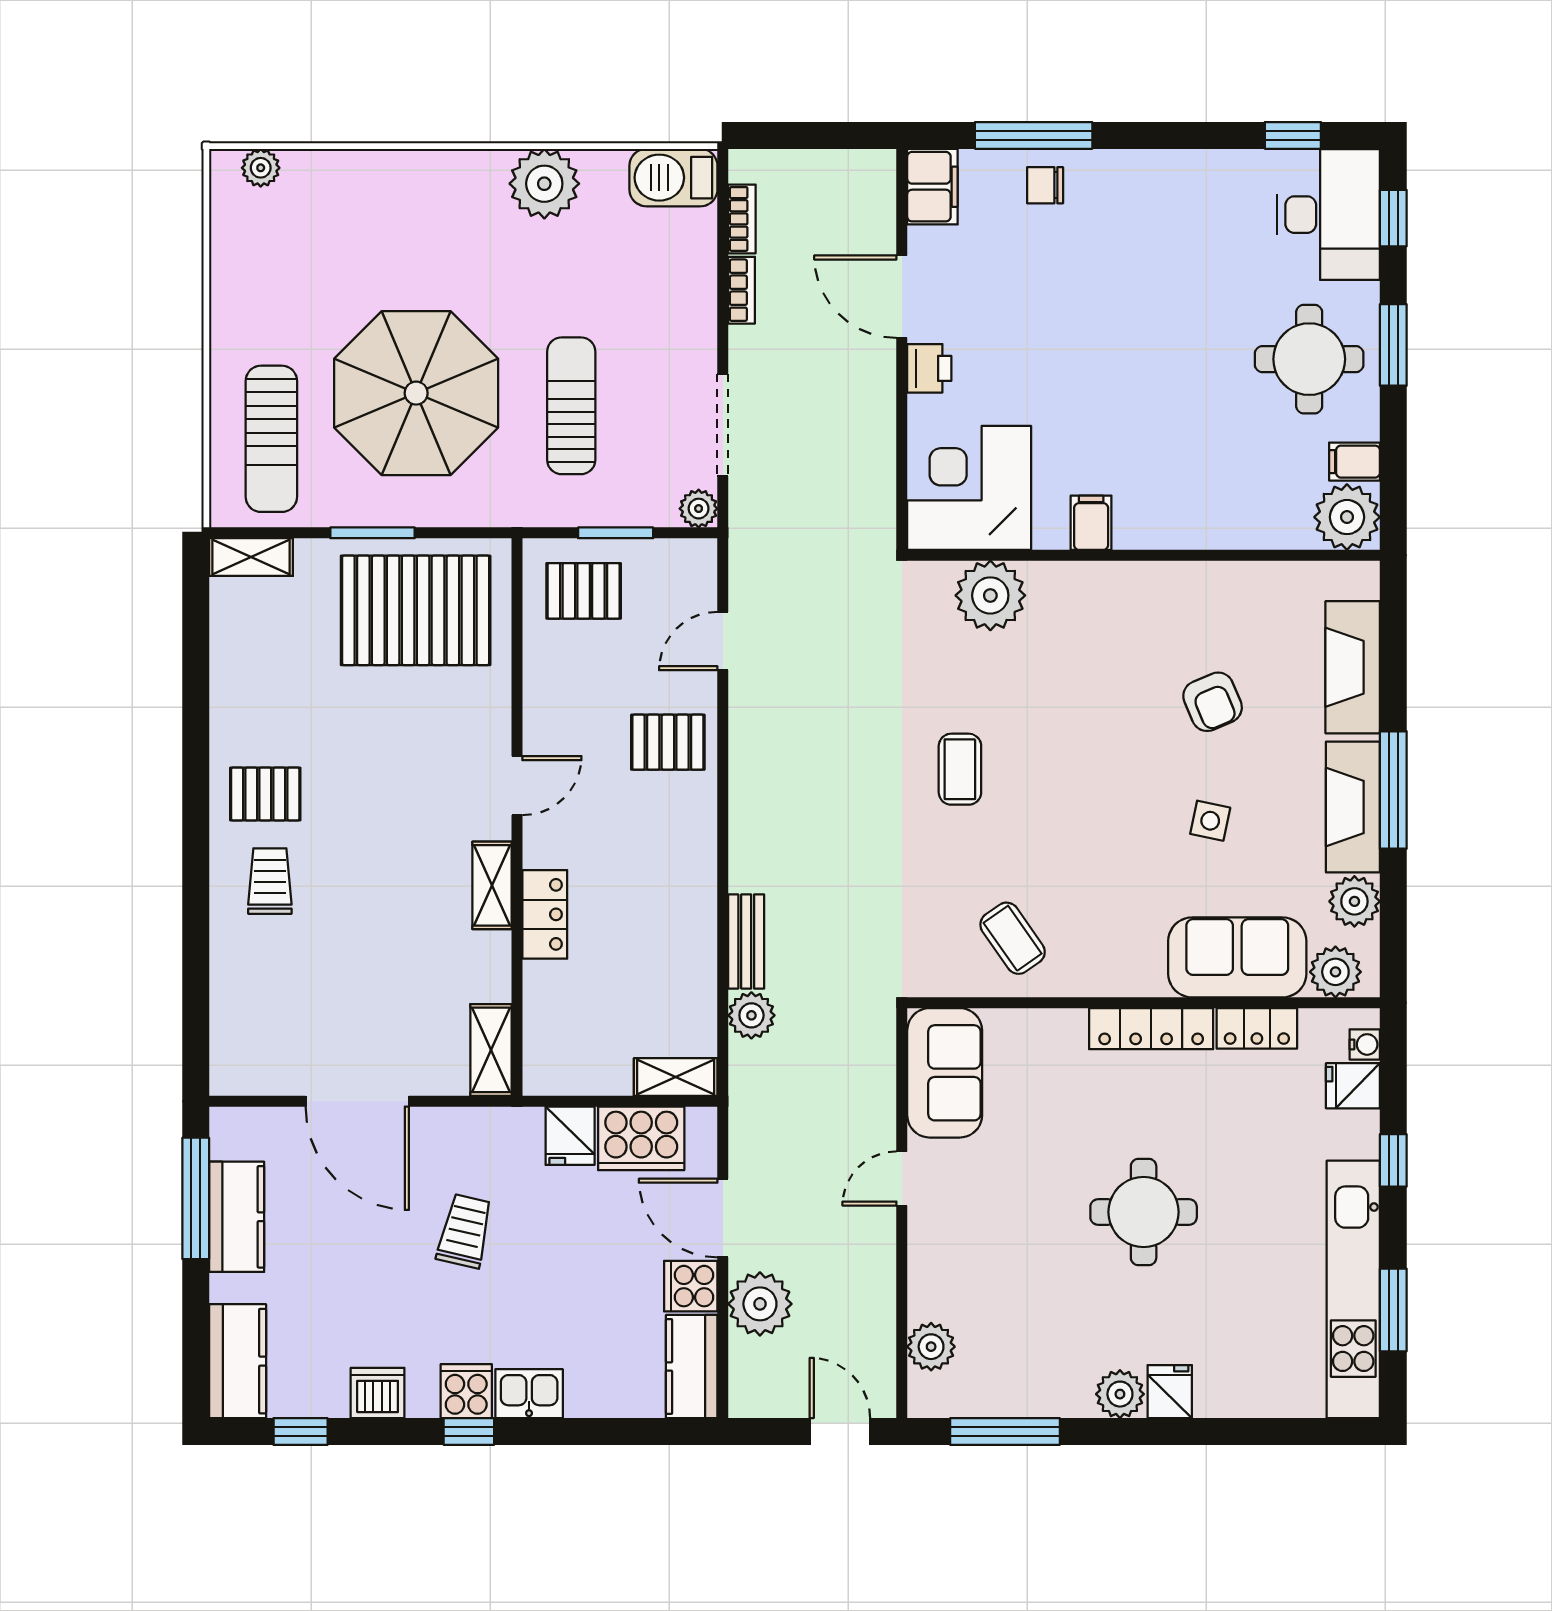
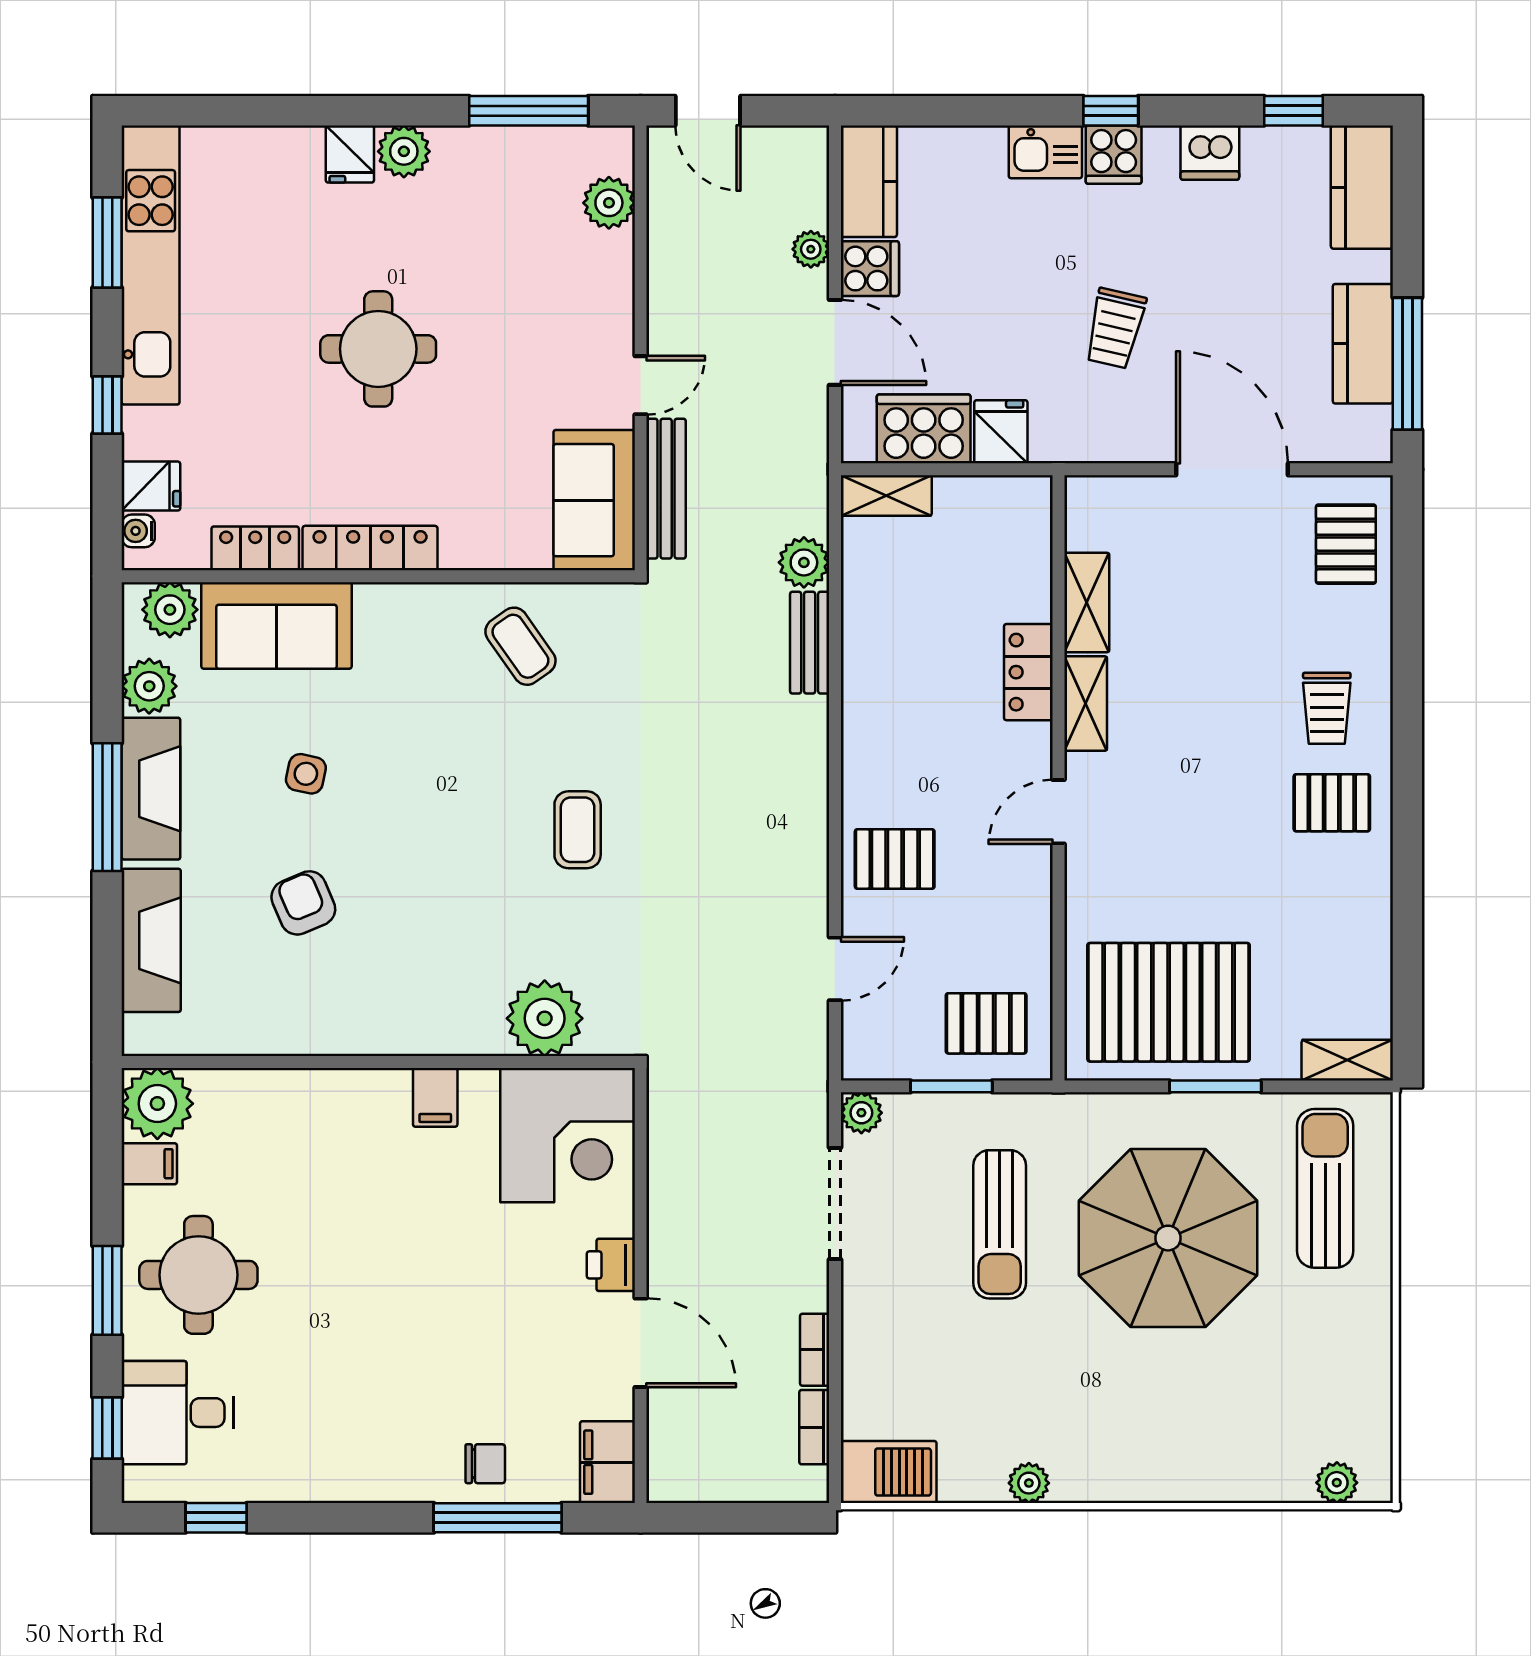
plant: (544, 184) -> (1029, 1483), width x0.53, depth x0.53
desk: (1328, 215) -> (177, 1413), width x0.73
pallet: (252, 1032) -> (1346, 544), added
shelving: (491, 1050) -> (1087, 603), moved
bench: (878, 1083) -> (666, 489), added
plant: (760, 1304) -> (811, 249), width x0.53, depth x0.53

